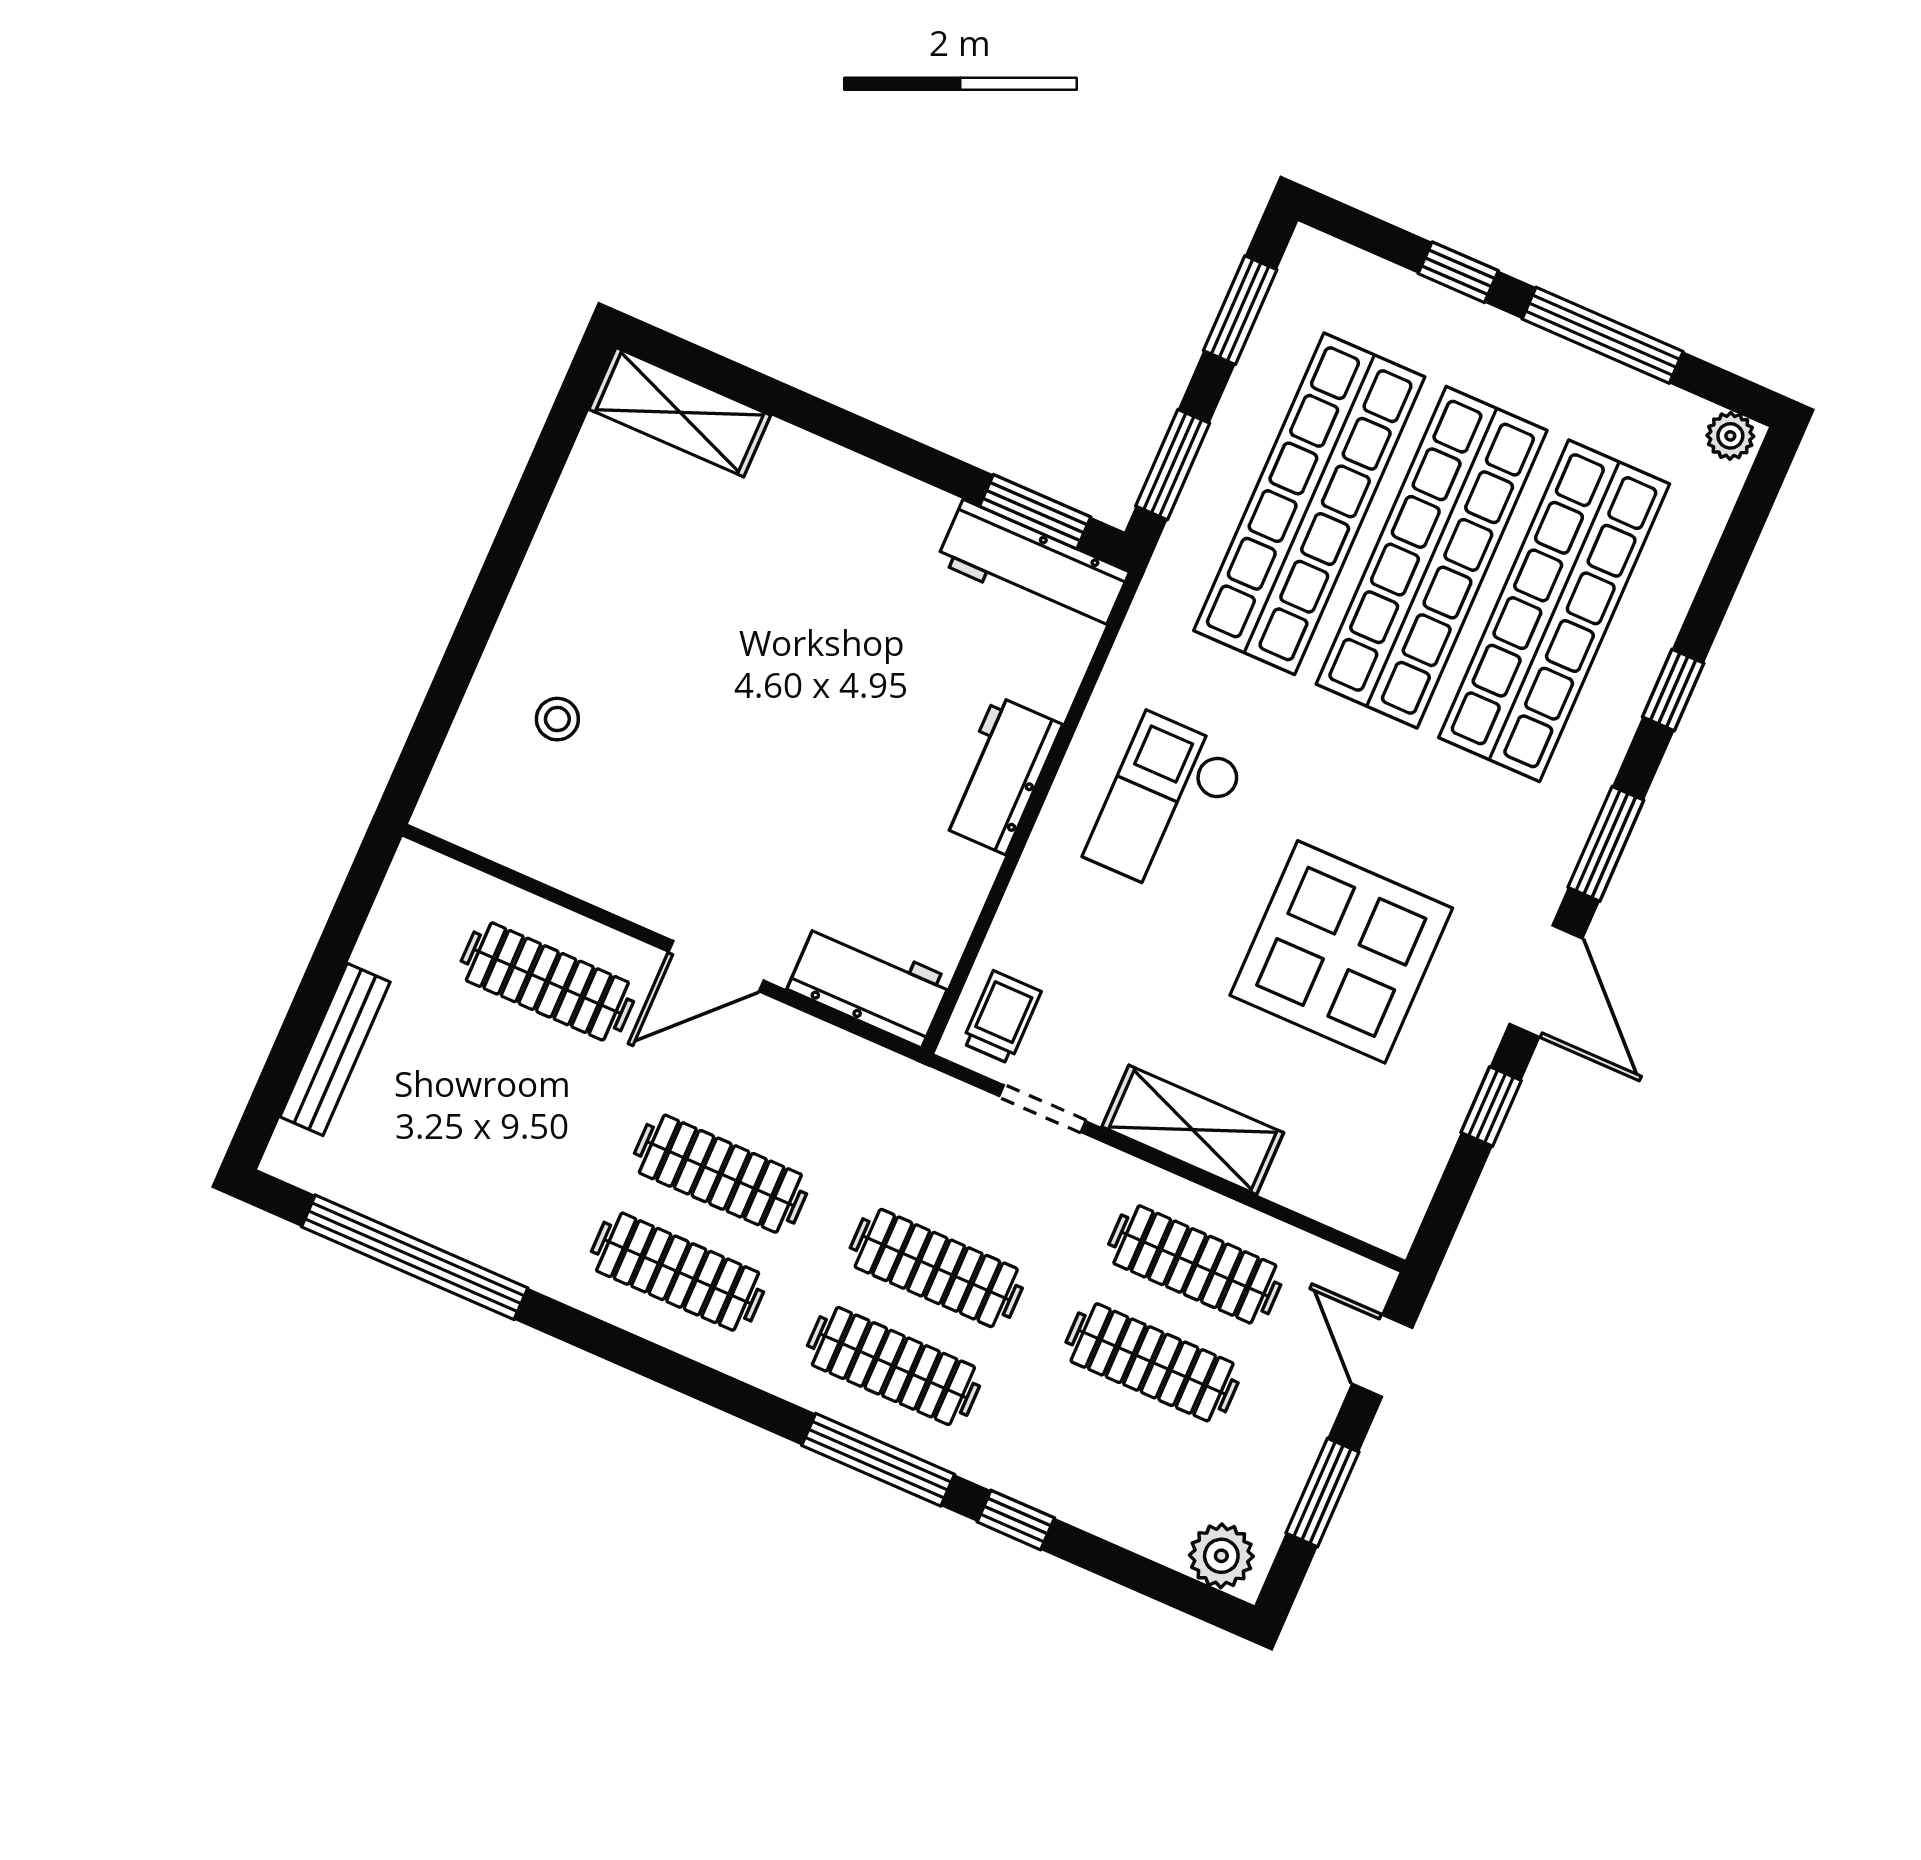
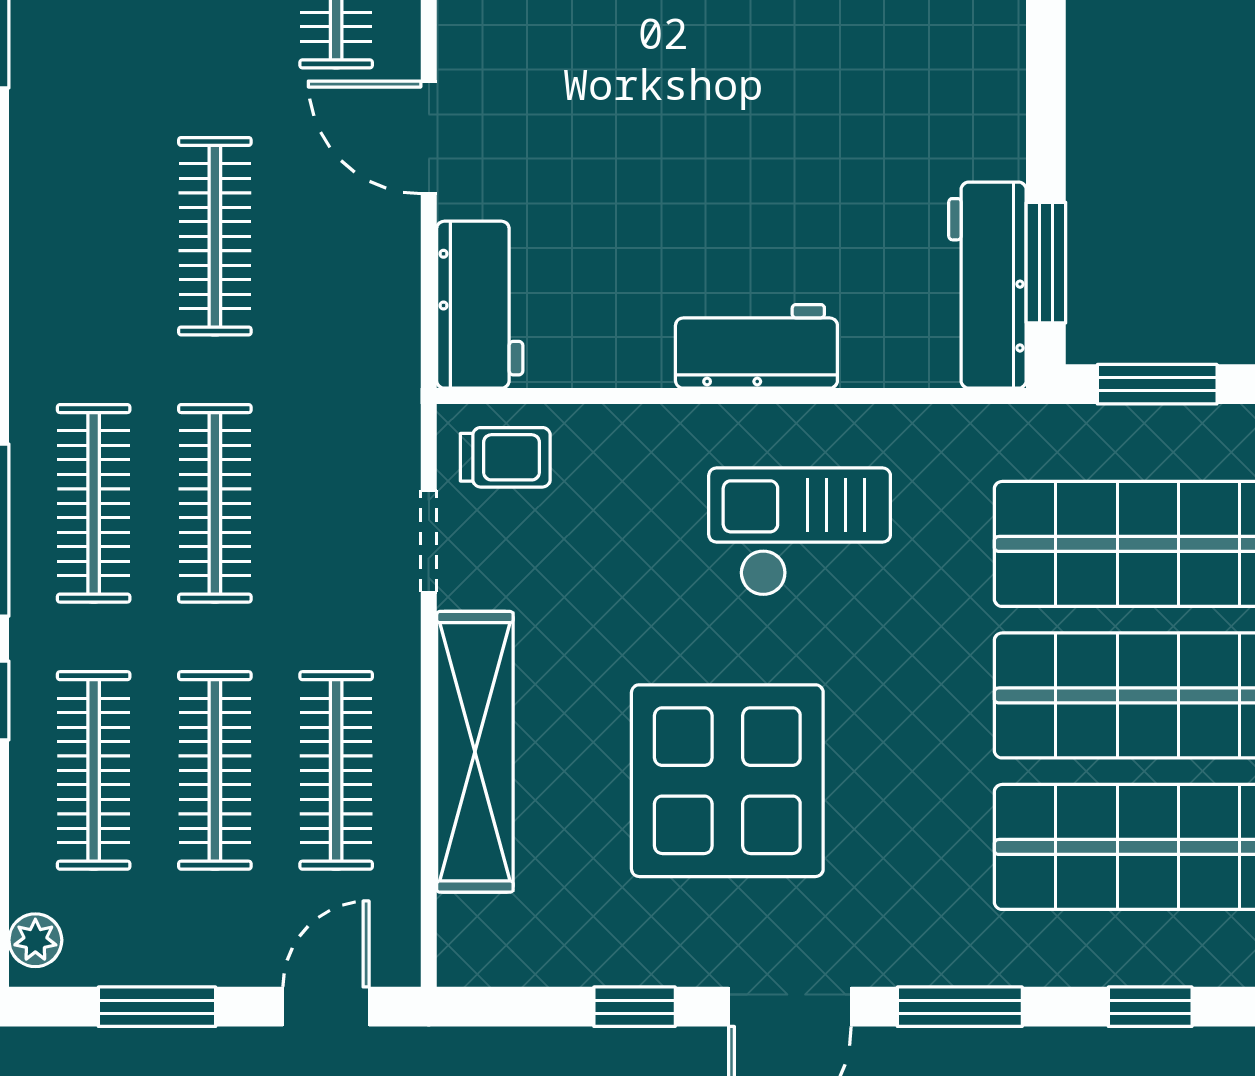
shelving: (1193, 1130) -> (475, 752), width x1.47
clothes rail: (678, 1272) -> (94, 770), moved
plant: (1221, 1556) -> (35, 940), width x0.73, depth x0.73

